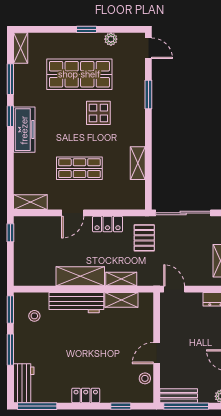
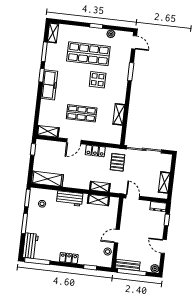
shelving: (80, 276) -> (47, 179), moved
workbench: (76, 303) -> (70, 198), width x0.73

